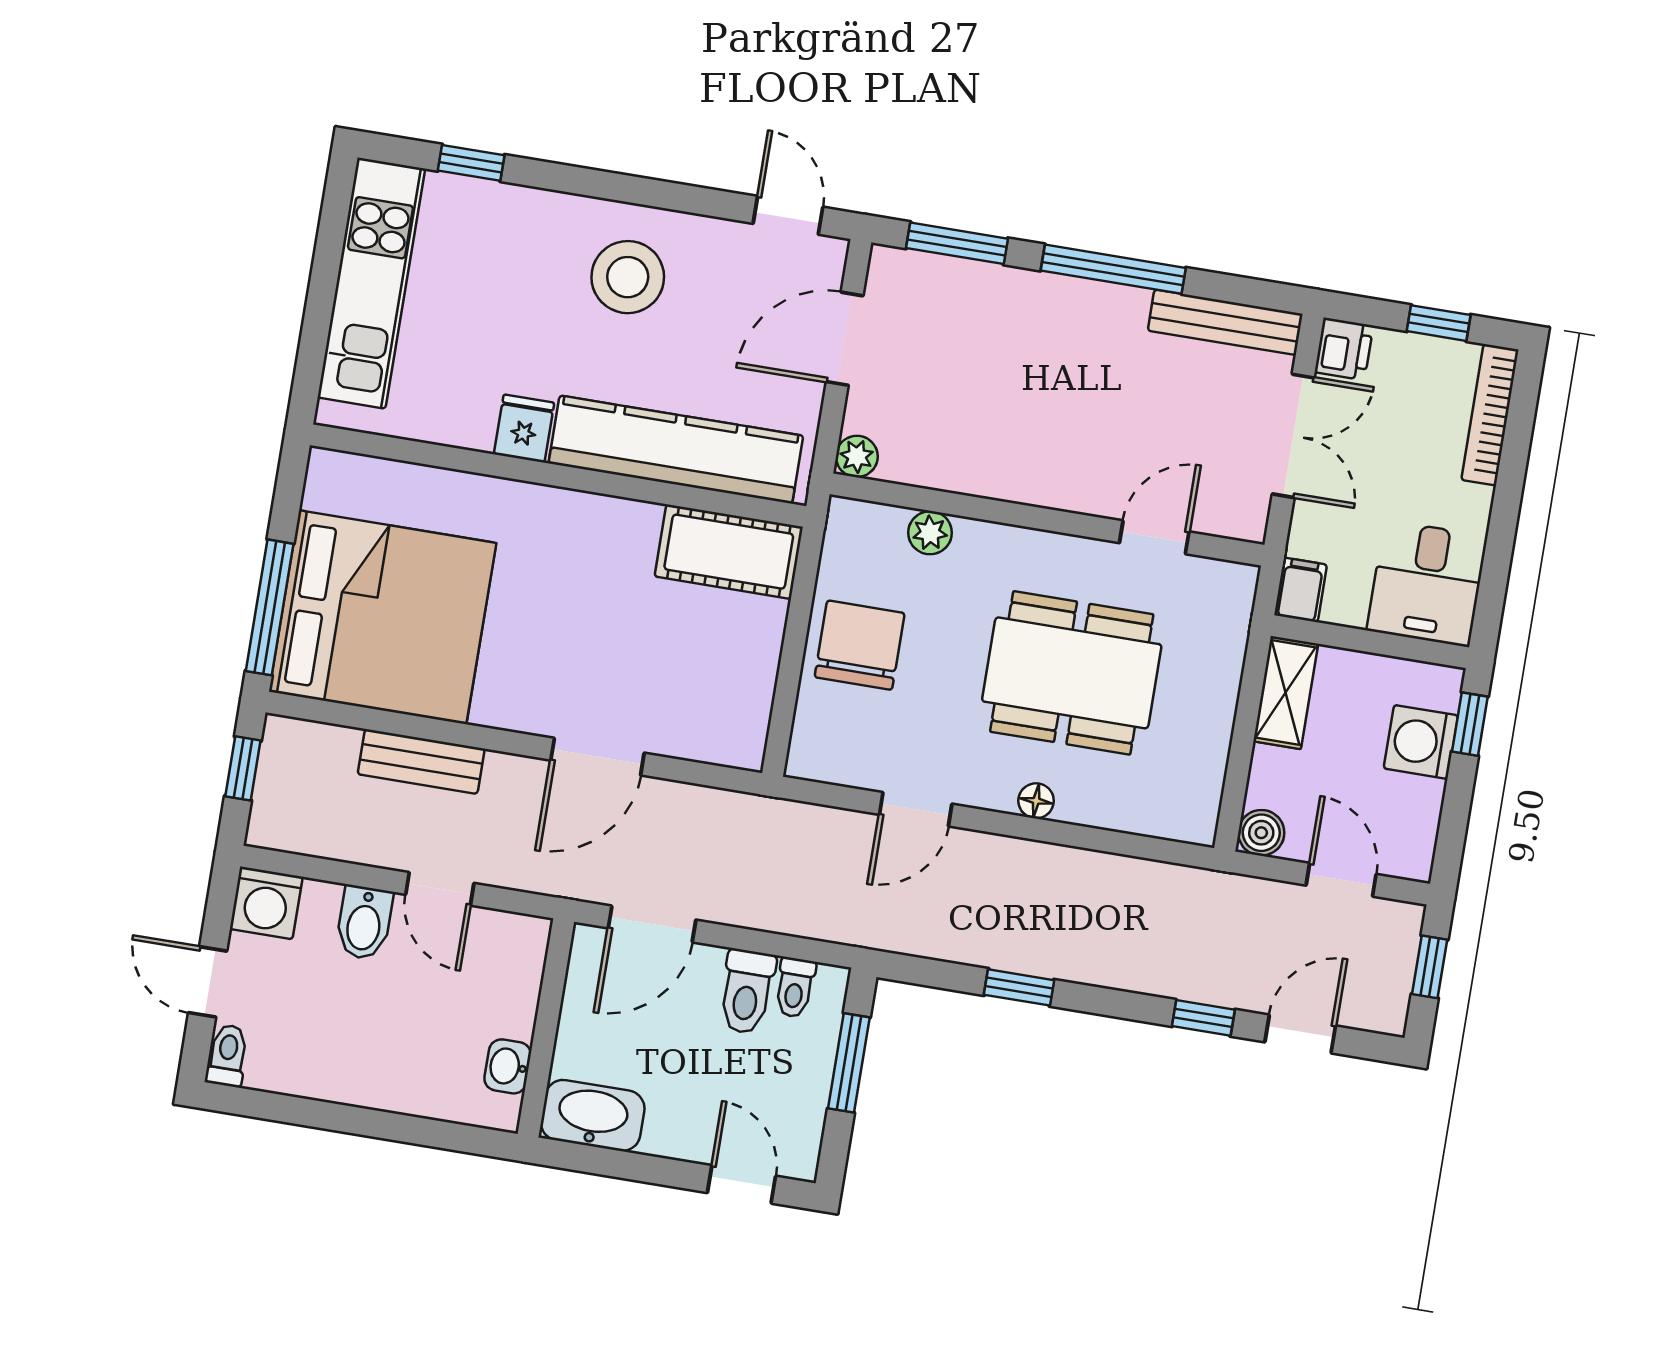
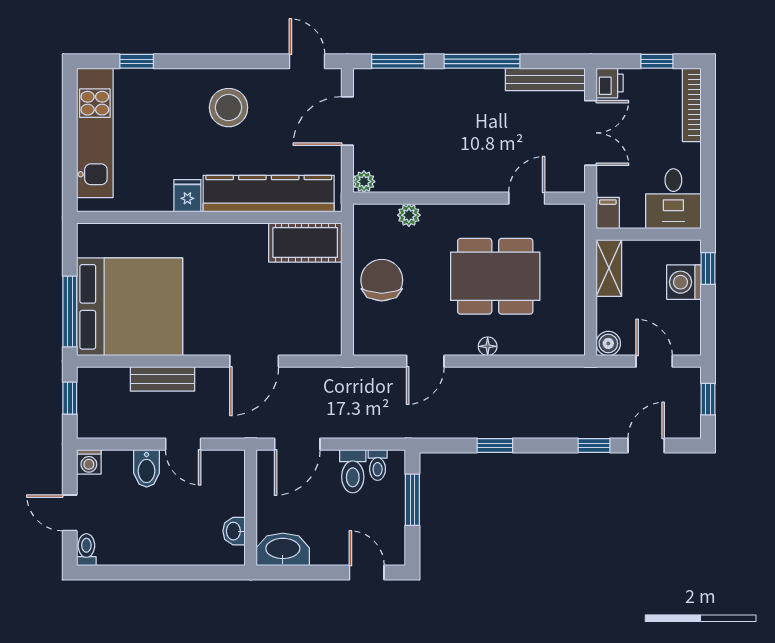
washing machine: (266, 903) -> (89, 462), width x0.73, depth x0.73

